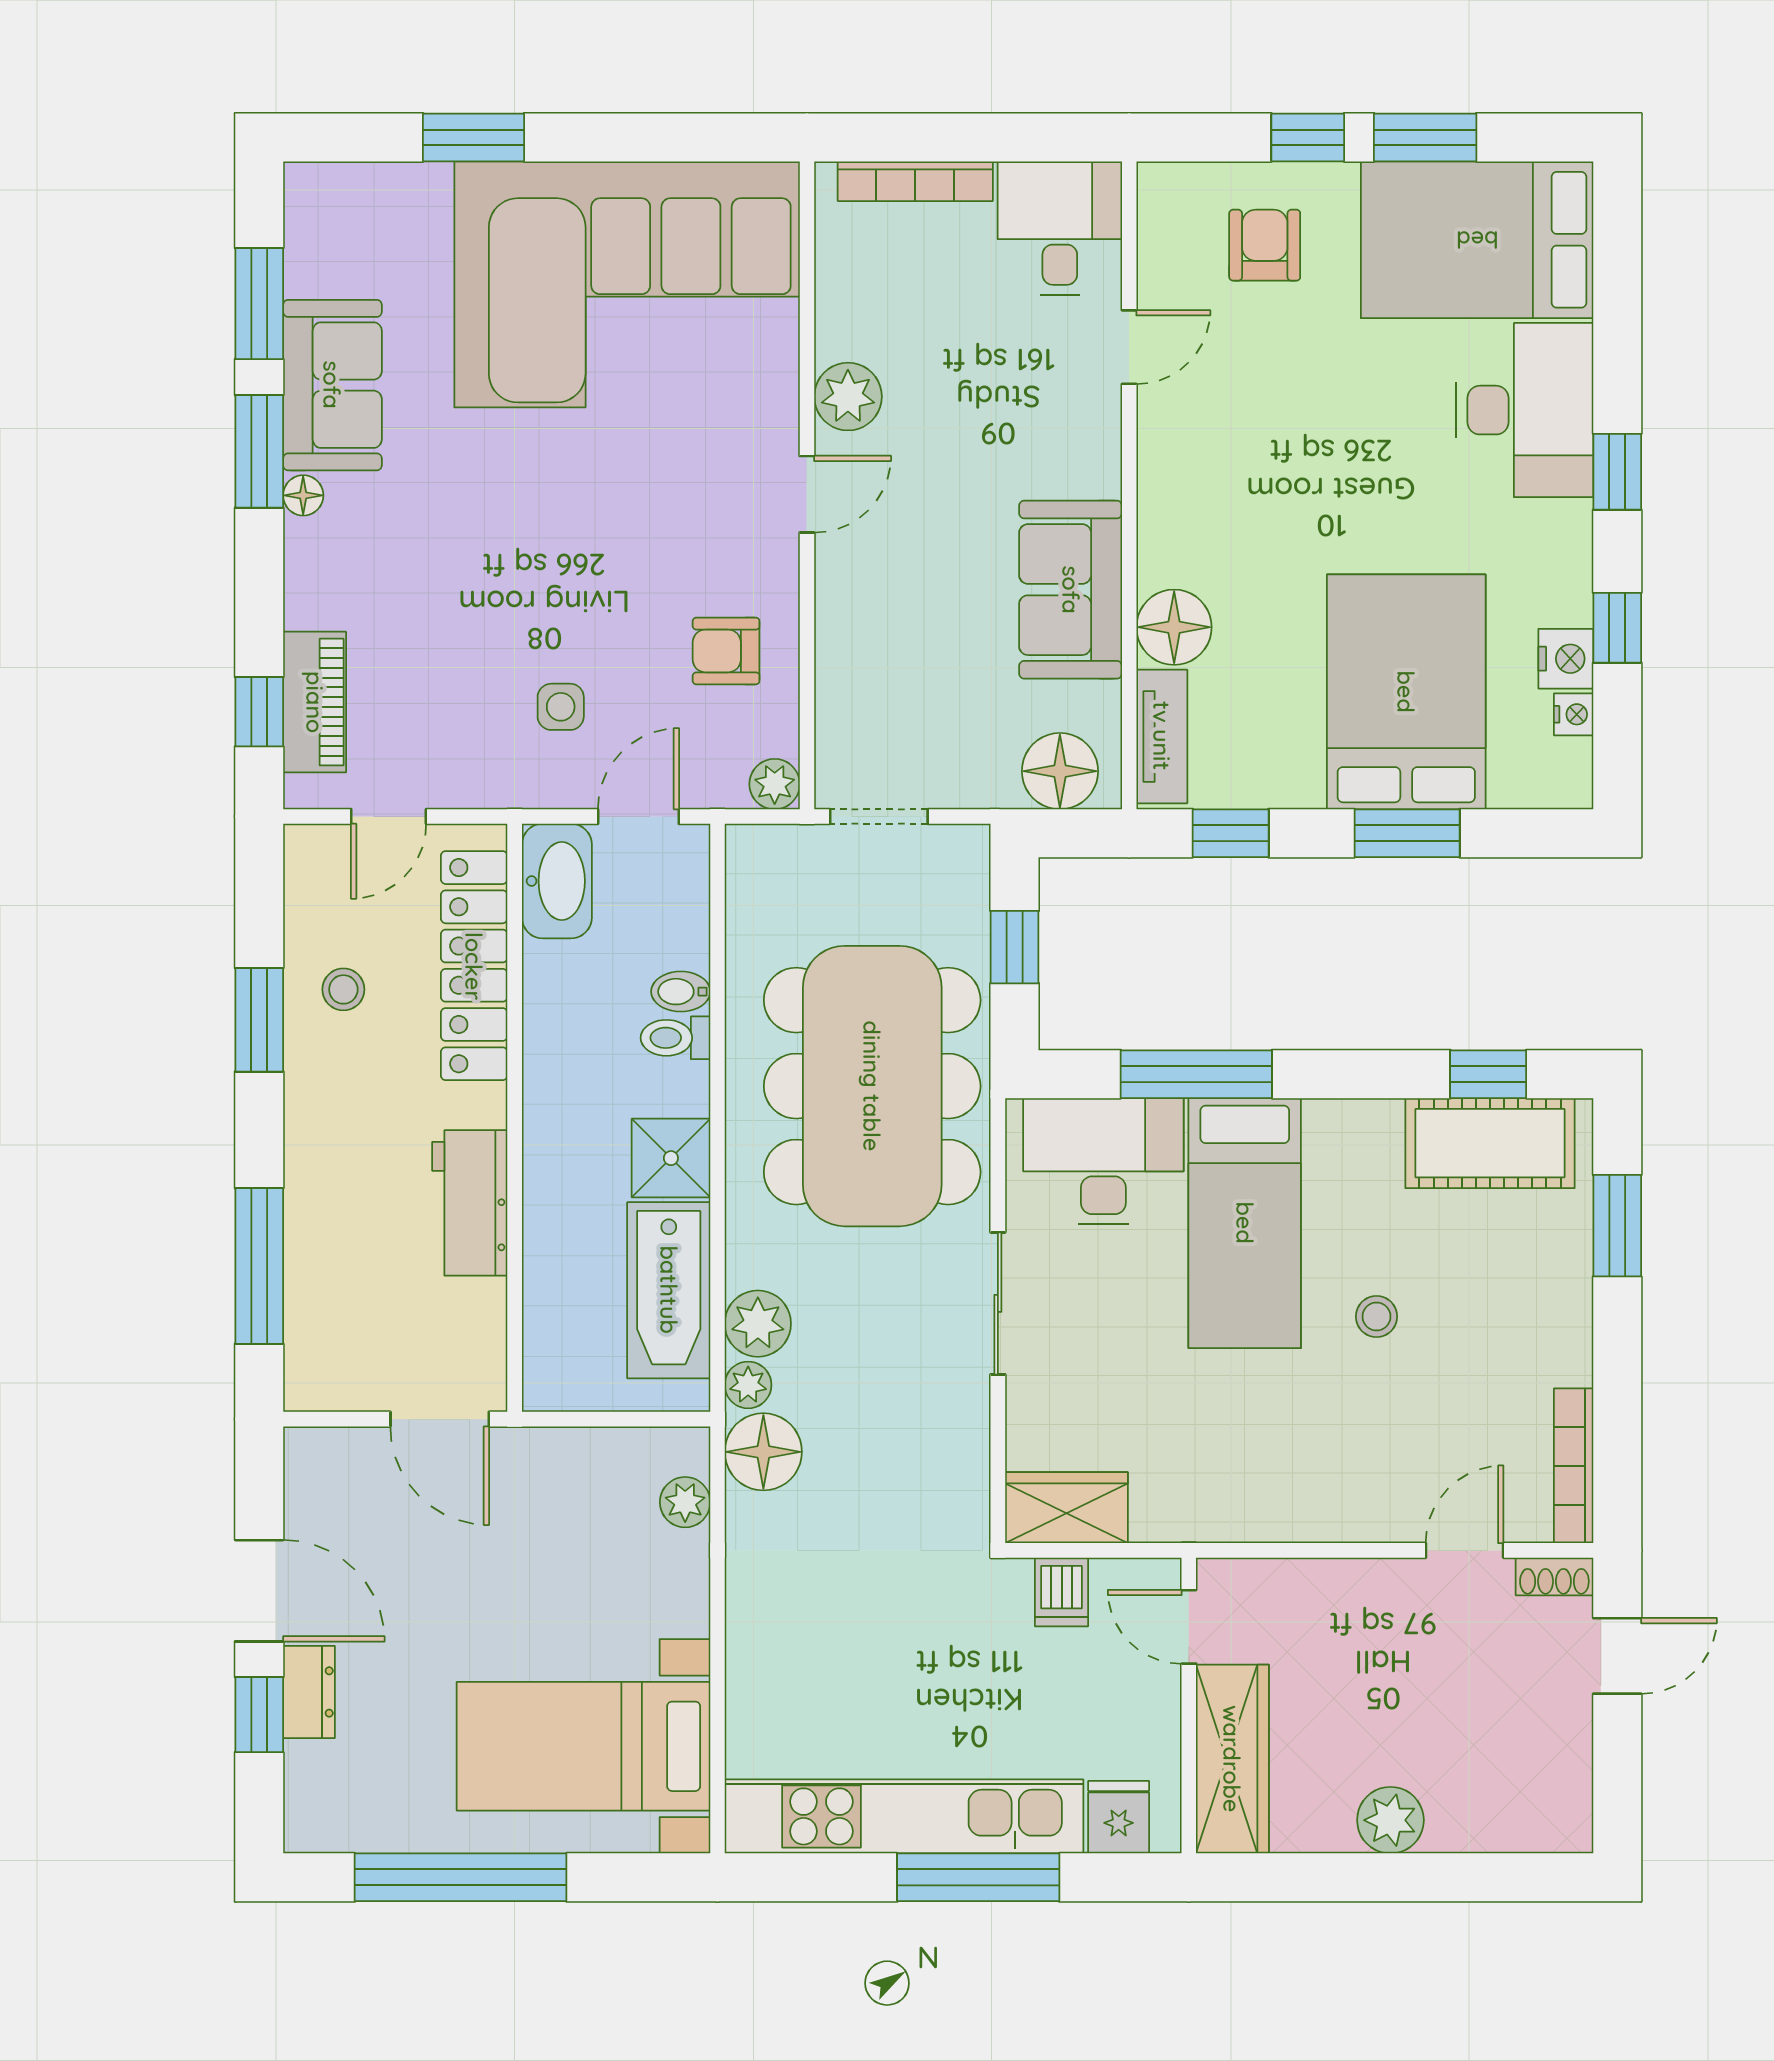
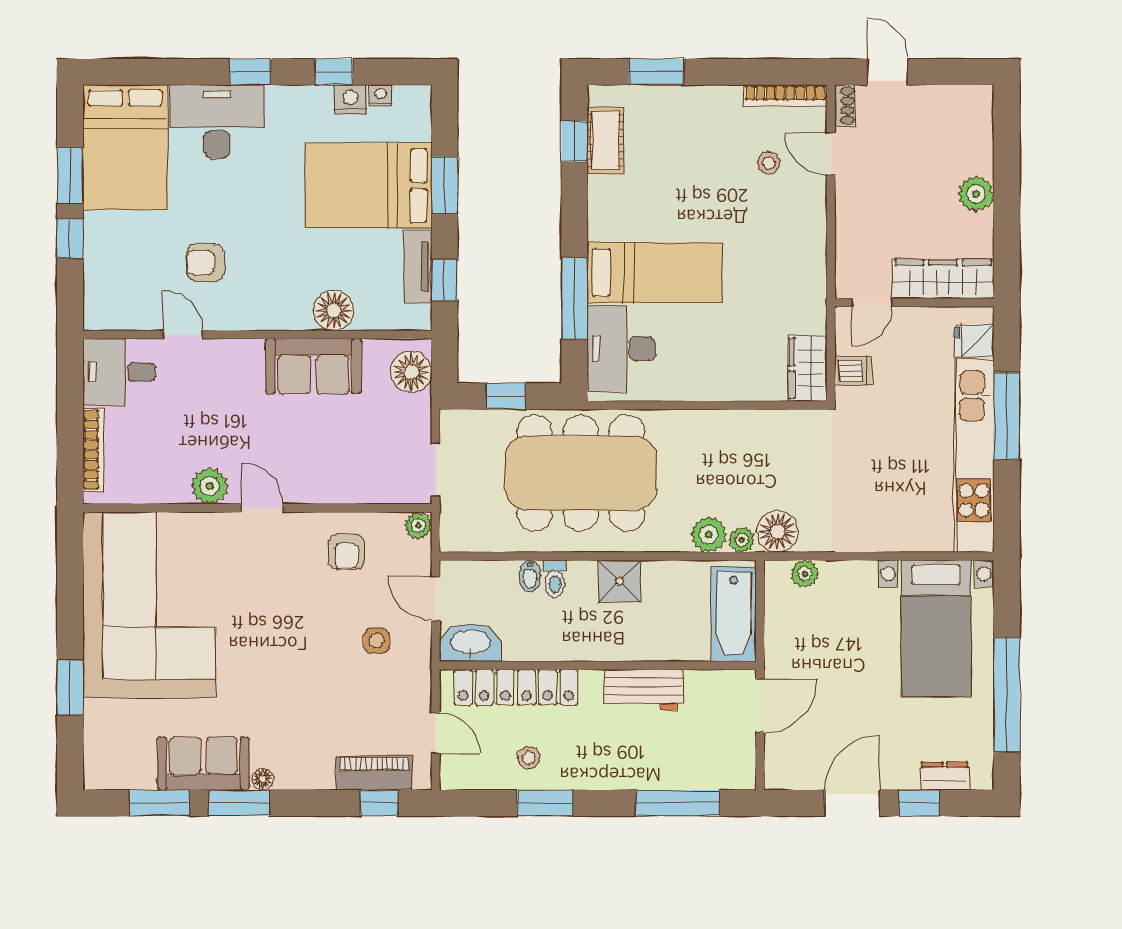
armchair: (1265, 245) -> (205, 263), moved
tv unit: (1162, 736) -> (418, 267), moved, turned -90
cot: (1490, 1143) -> (605, 140), width x0.73, depth x0.75
bathtub: (669, 1290) -> (734, 614), moved, turned 90
sliding door: (998, 1303) -> (698, 405), removed
stool: (1377, 1317) -> (769, 163), moved
dresser: (309, 1692) -> (945, 776), moved

